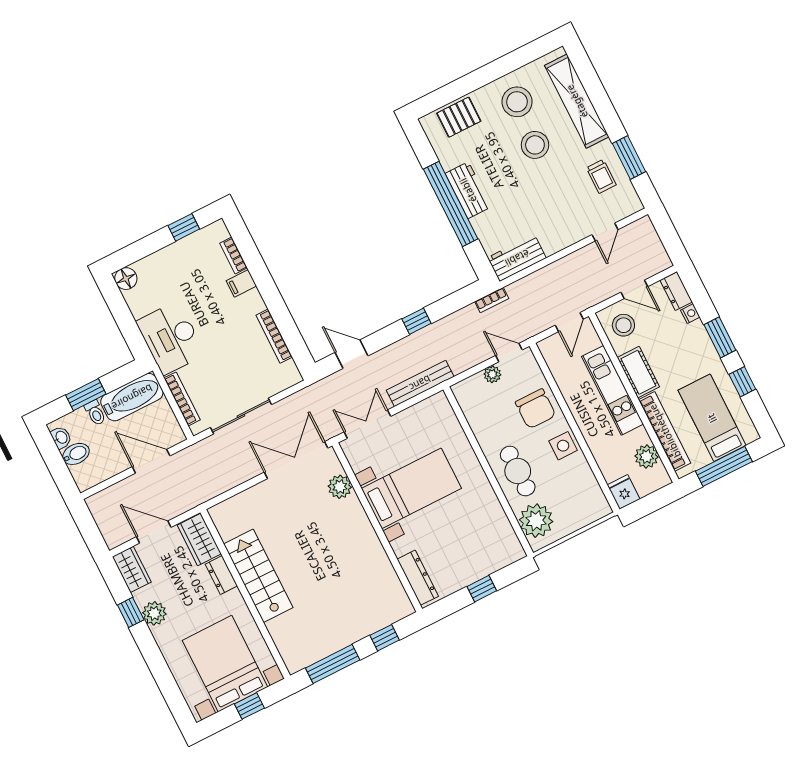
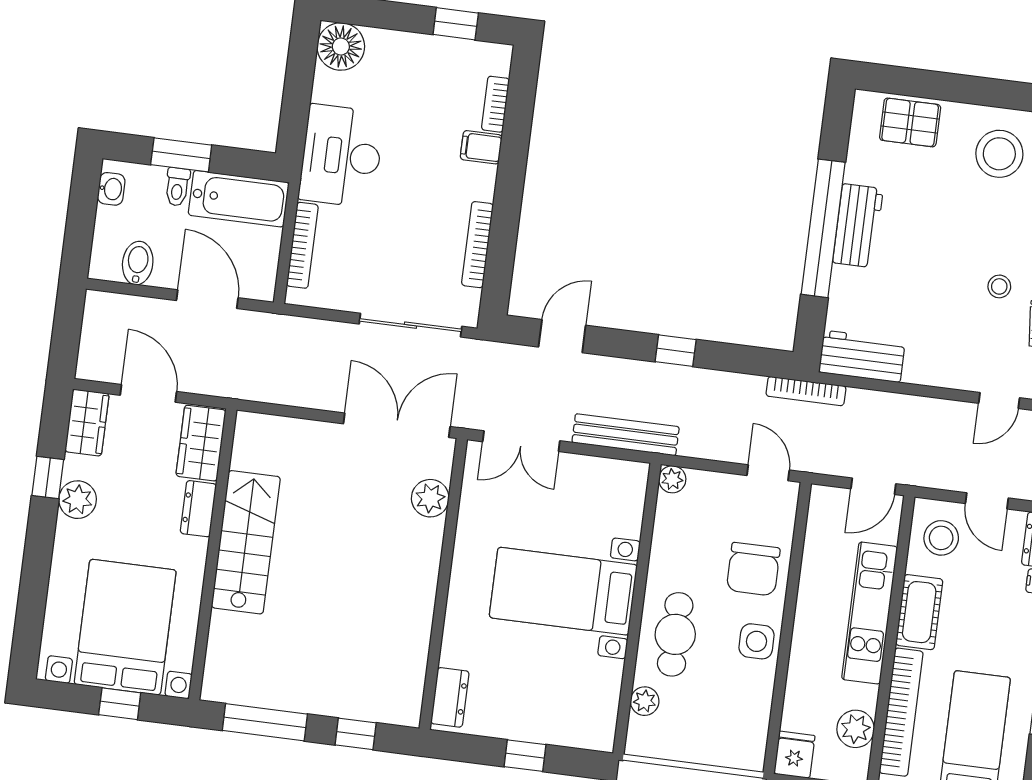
stool: (535, 145) -> (999, 286), moved, width x0.53, depth x0.53
floor lamp: (126, 279) -> (341, 47), width x1.38, depth x1.38
bookcase: (492, 300) -> (806, 391), width x1.56
door: (351, 354) -> (562, 336), hinge flipped
plant: (492, 374) -> (672, 479), moved
sliding door: (241, 416) -> (410, 325), moved
double door: (367, 424) -> (521, 441), swing flipped
bidet: (76, 454) -> (138, 263), moved, turned -90
bed with nightstands: (411, 488) -> (563, 591), moved, turned 180
plant: (536, 521) -> (645, 701), width x0.53, depth x0.53
dresser: (418, 578) -> (450, 697), width x0.70

